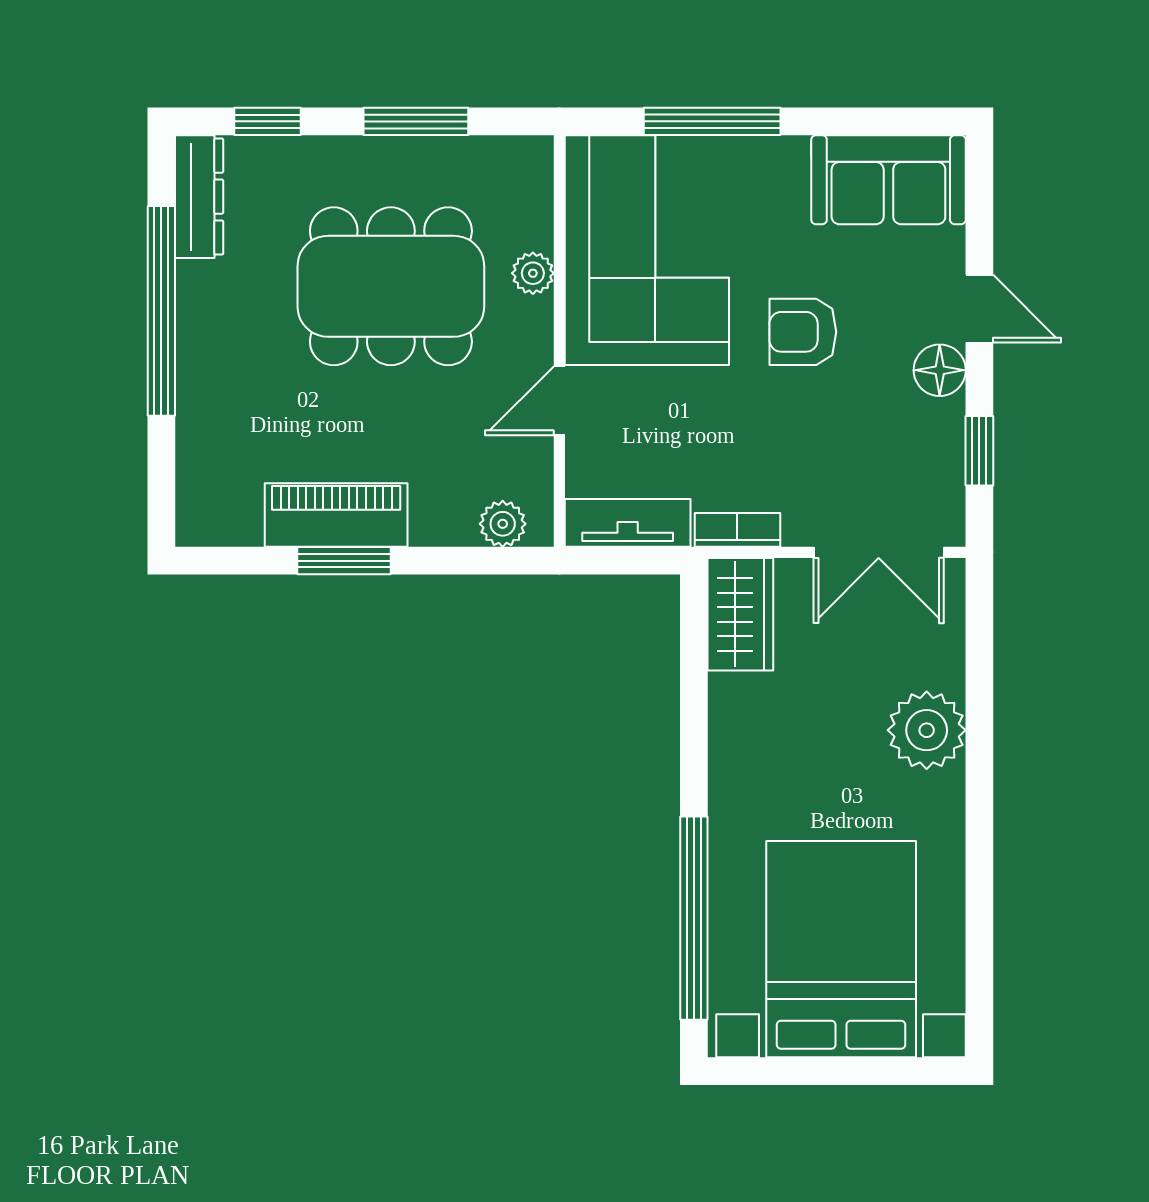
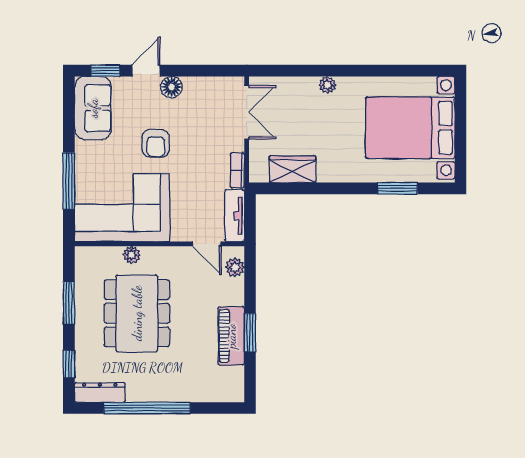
door: (559, 401) -> (207, 244), moved
window: (979, 451) -> (106, 71), moved
wardrobe: (740, 614) -> (293, 169), moved
plant: (927, 730) -> (327, 85), width x0.53, depth x0.53
window: (694, 918) -> (397, 188), width x0.47

